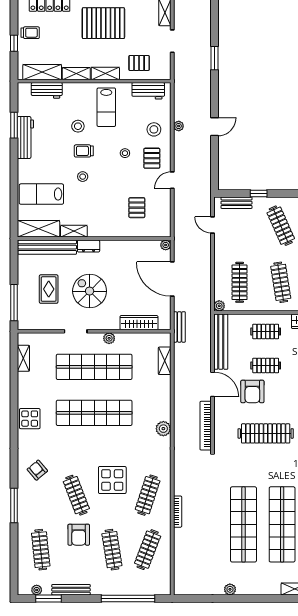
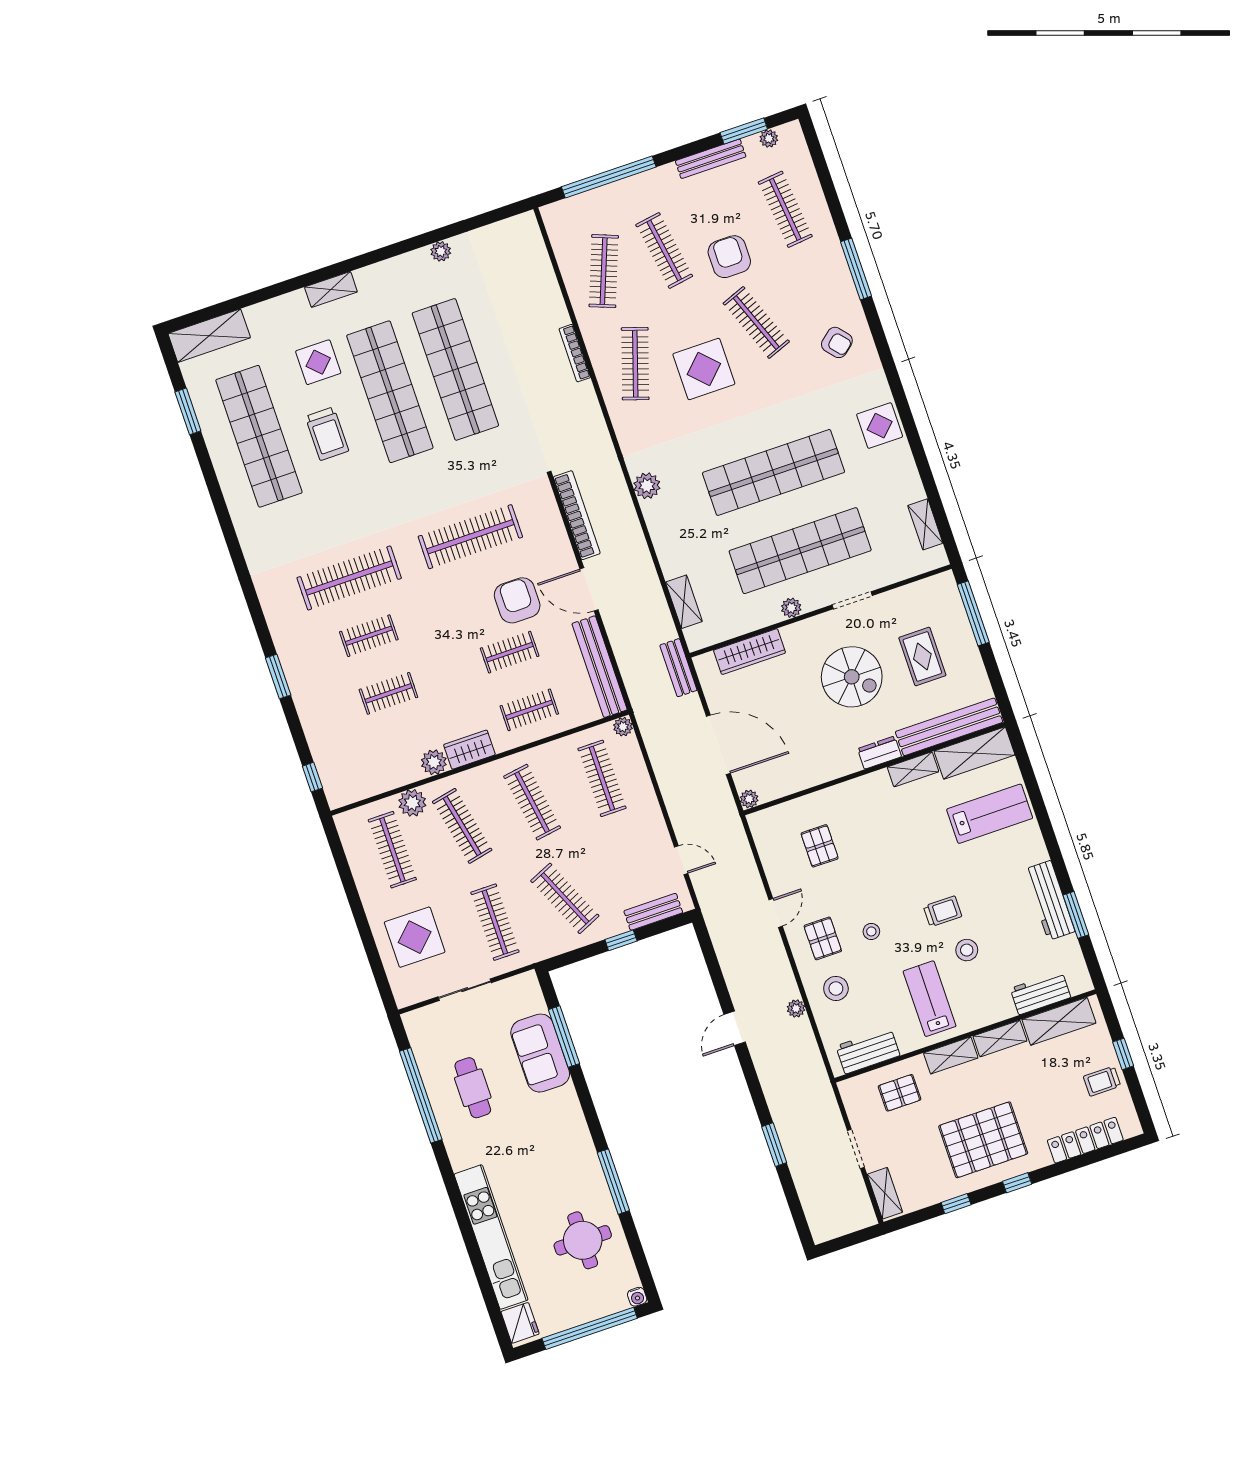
stool: (83, 177) -> (930, 867), removed

